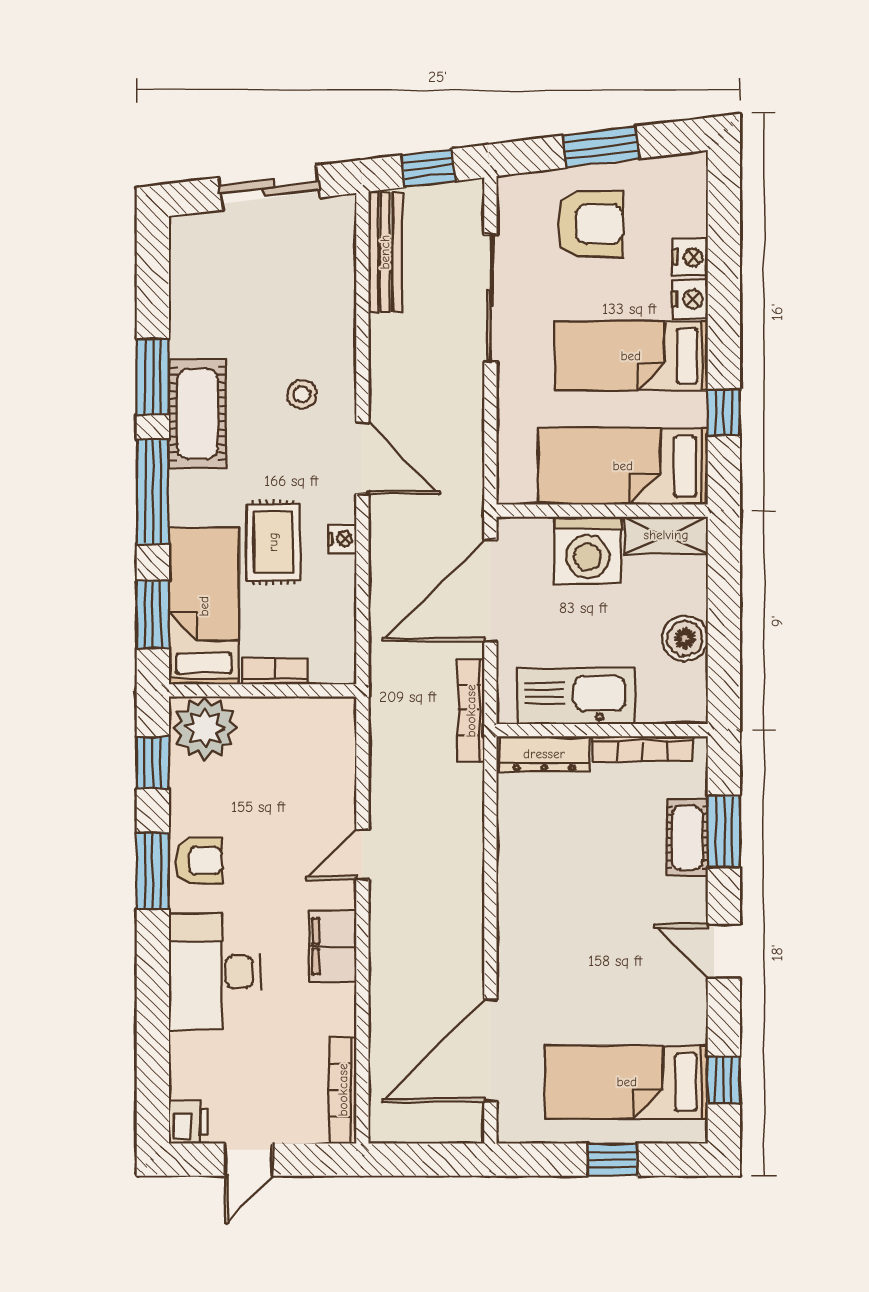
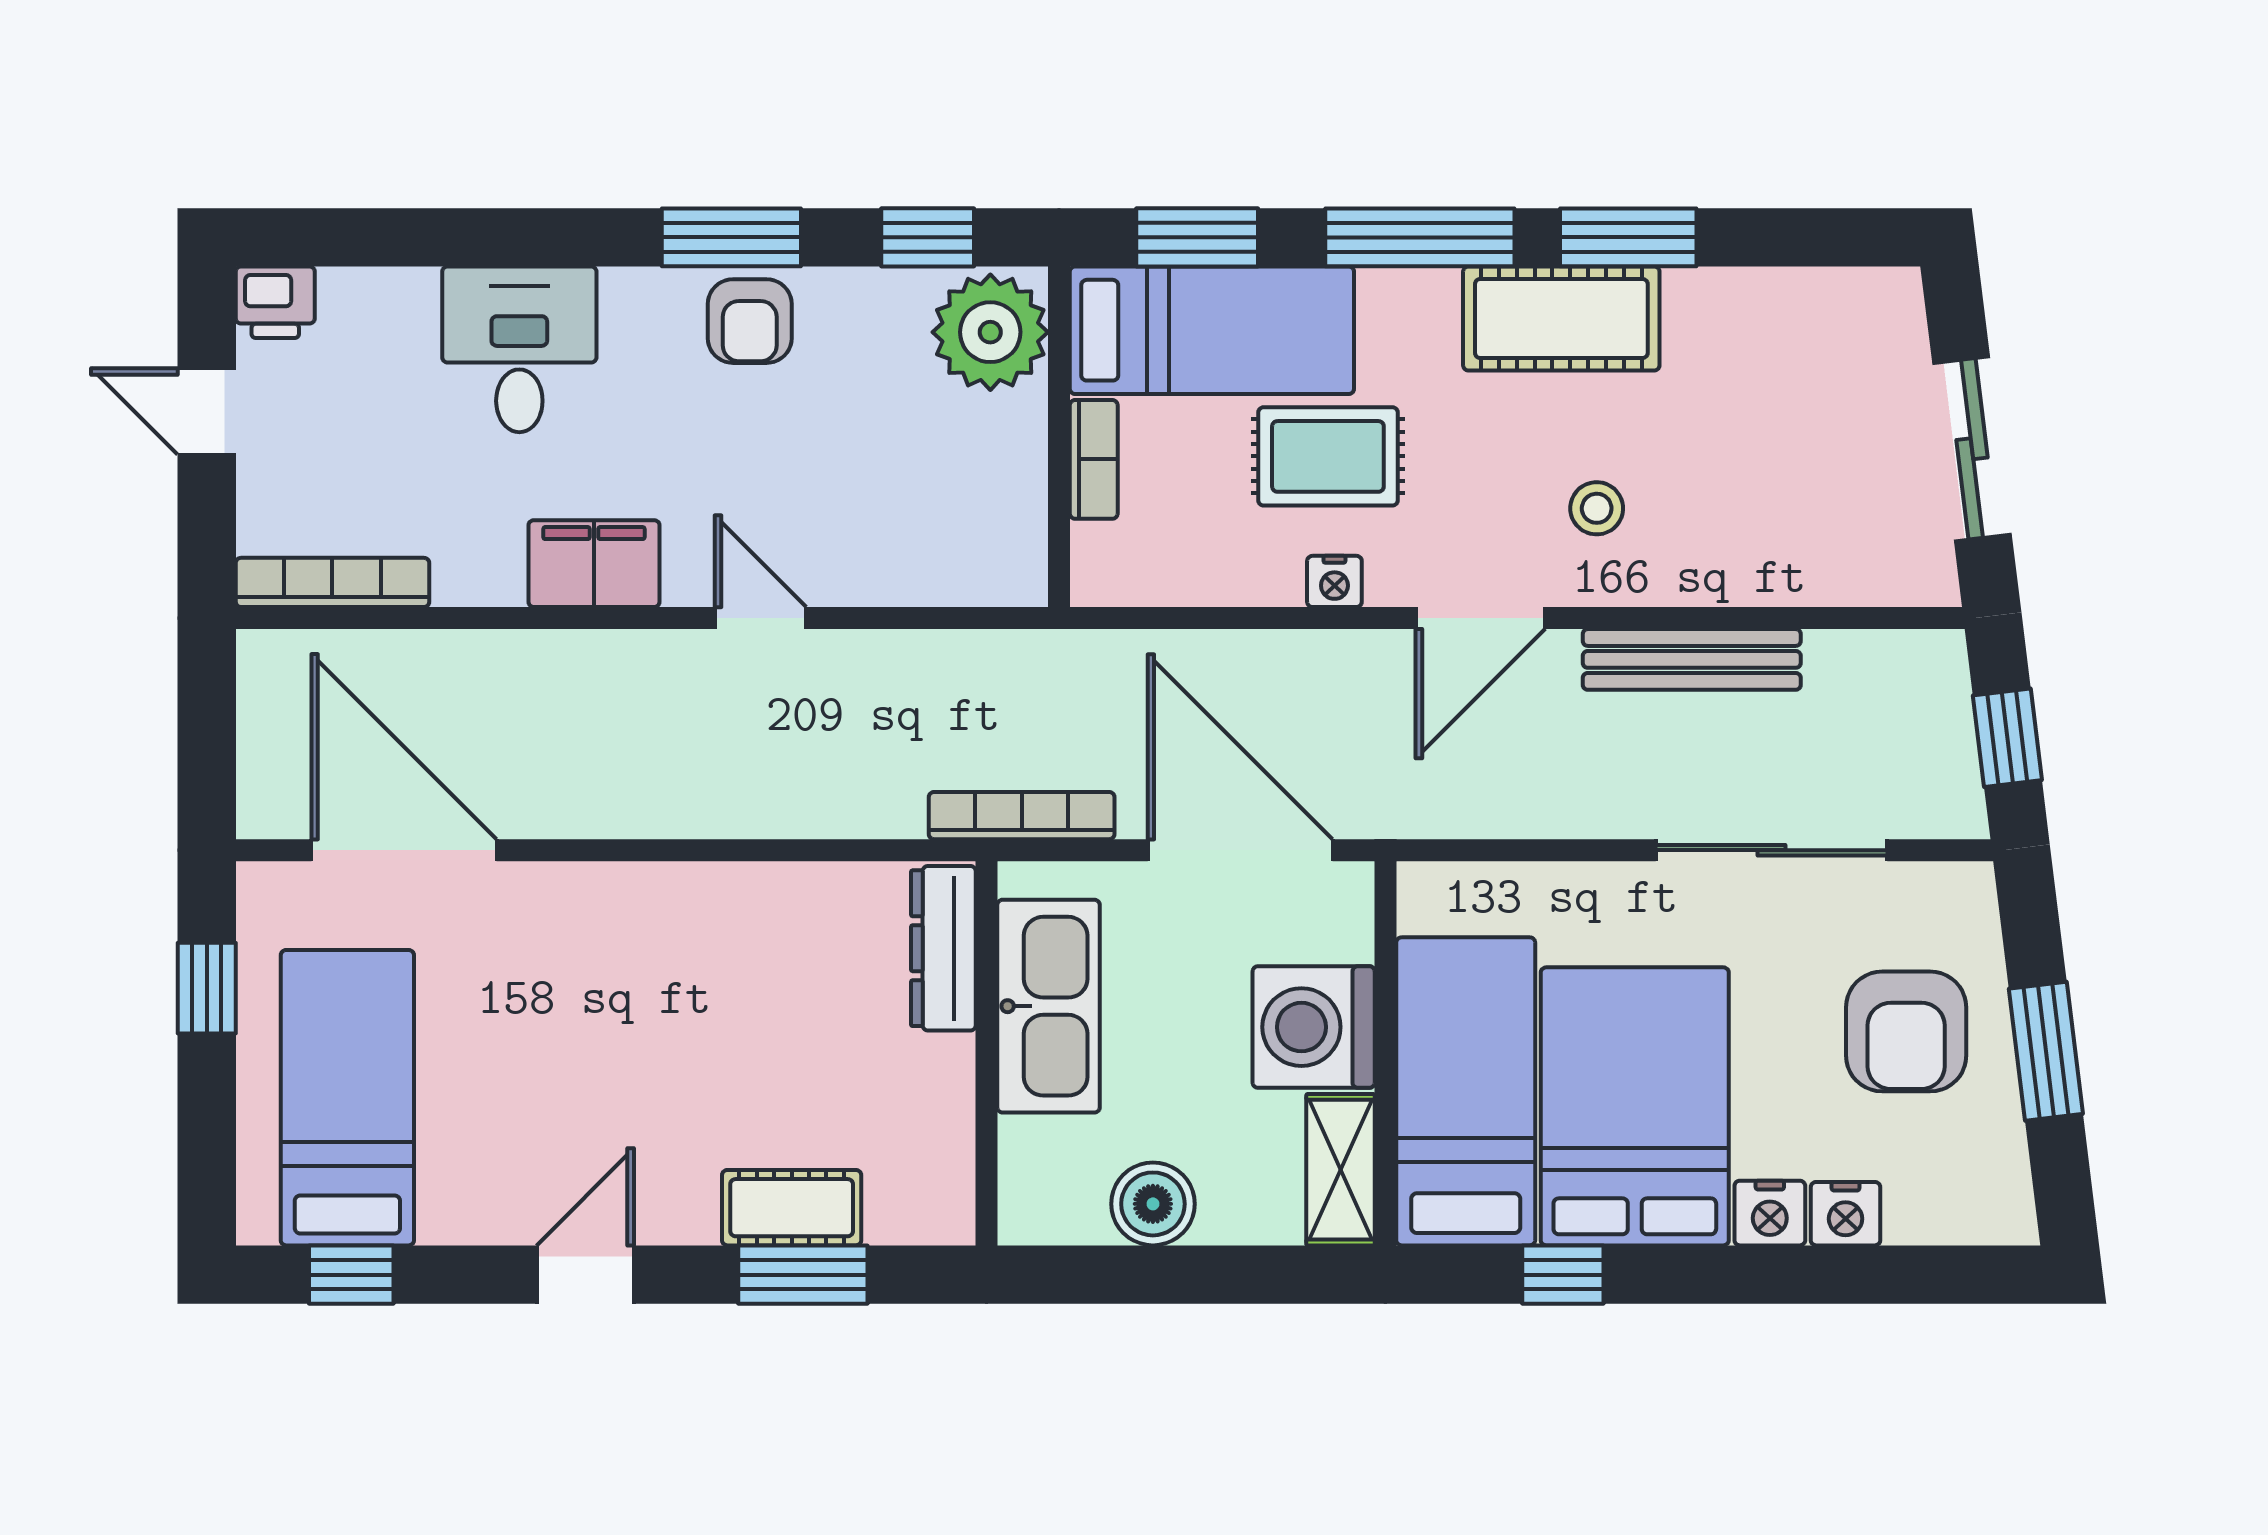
bench: (385, 252) -> (1692, 659), moved
bed: (631, 356) -> (1635, 1106), width x1.50
bookcase: (643, 749) -> (952, 1127), removed
desk: (215, 972) -> (519, 349), width x0.73
window: (612, 1160) -> (207, 988), moved

